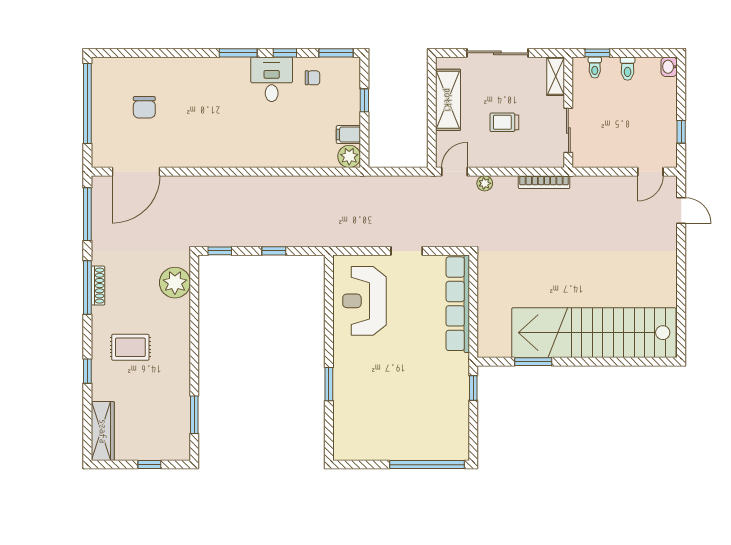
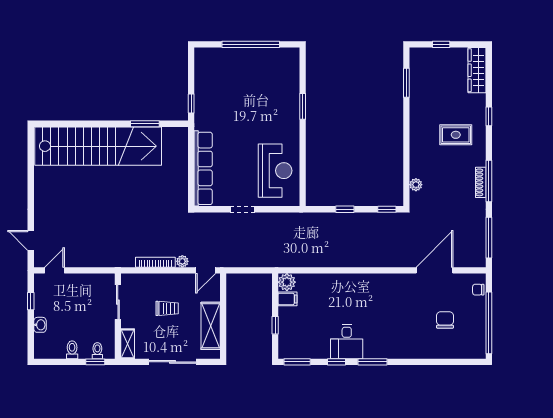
washbasin: (669, 67) -> (40, 325), moved
chair: (313, 78) -> (478, 290), moved
door: (136, 172) -> (435, 270), moved
bookcase: (544, 182) -> (155, 262), moved
plant: (175, 283) -> (416, 185), width x0.53, depth x0.53
window: (427, 465) -> (251, 44), moved

